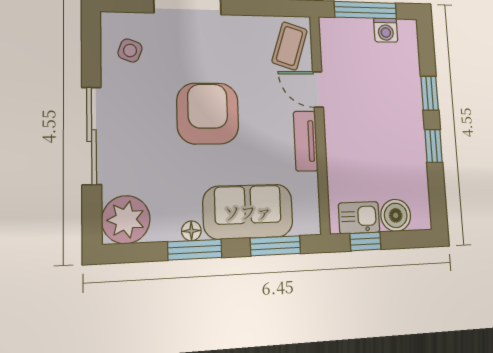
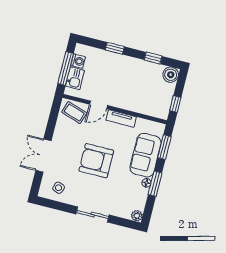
sliding door: (92, 136) -> (93, 214), width x0.73
window: (434, 146) -> (153, 58), moved
boiler: (396, 215) -> (171, 75), moved
kitchen sink: (359, 218) -> (75, 78), moved, turned 180
plant: (126, 220) -> (137, 216), width x0.53, depth x0.53

